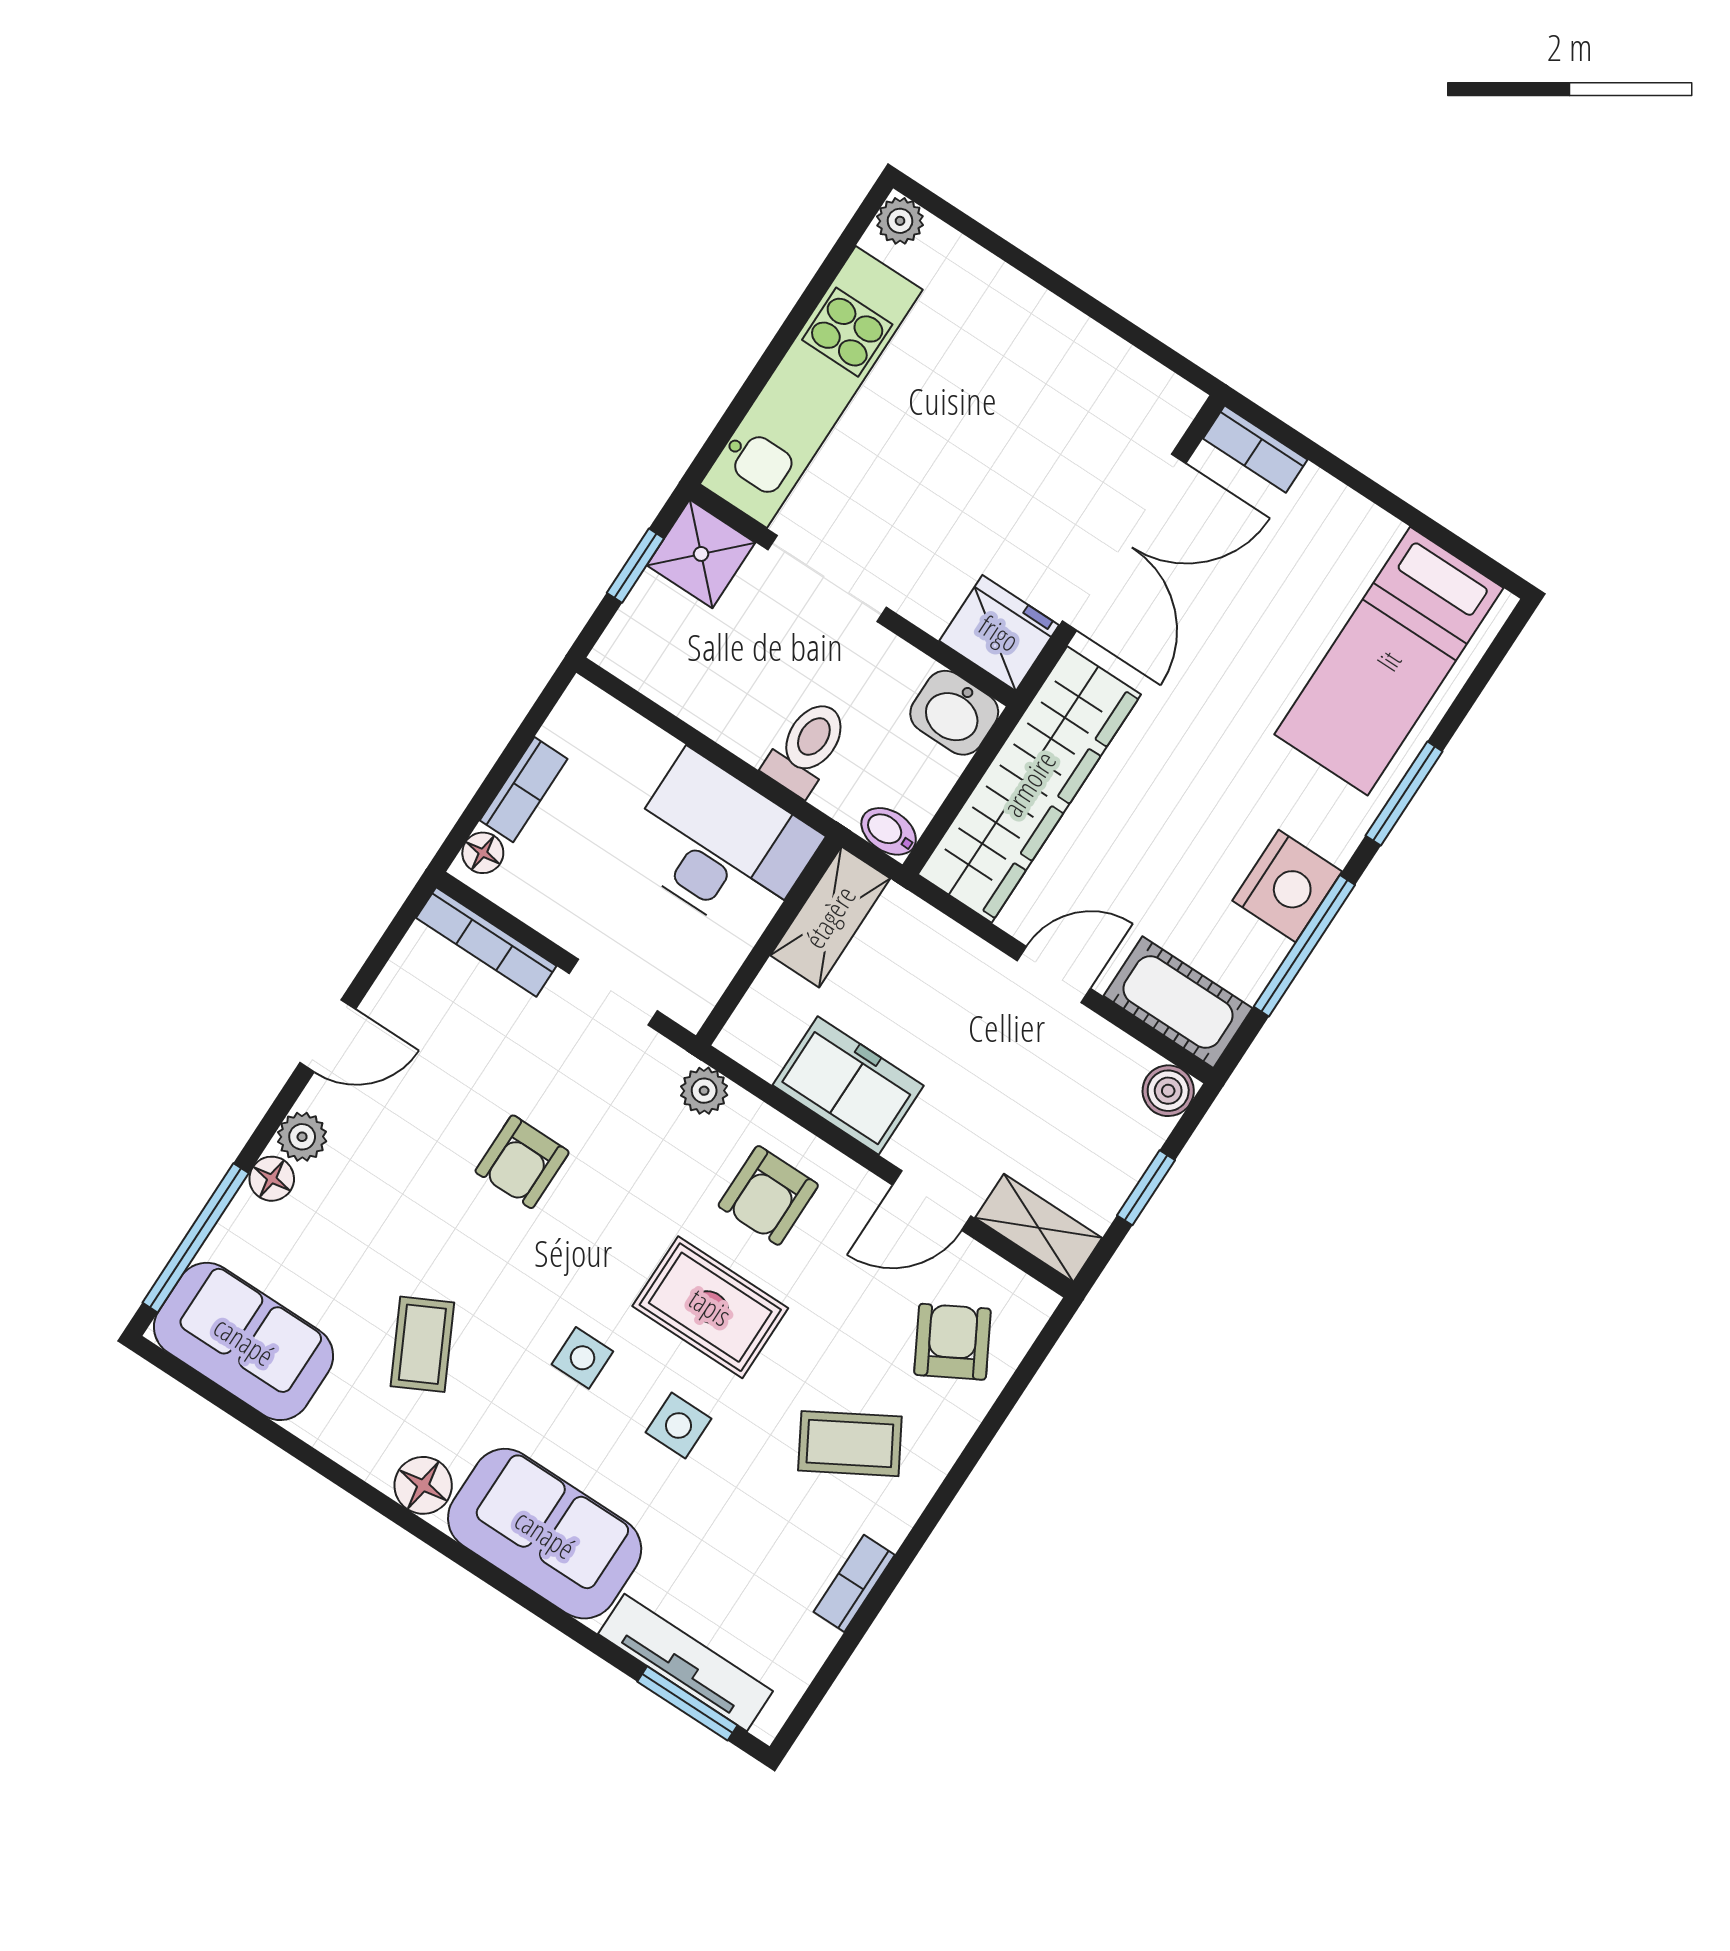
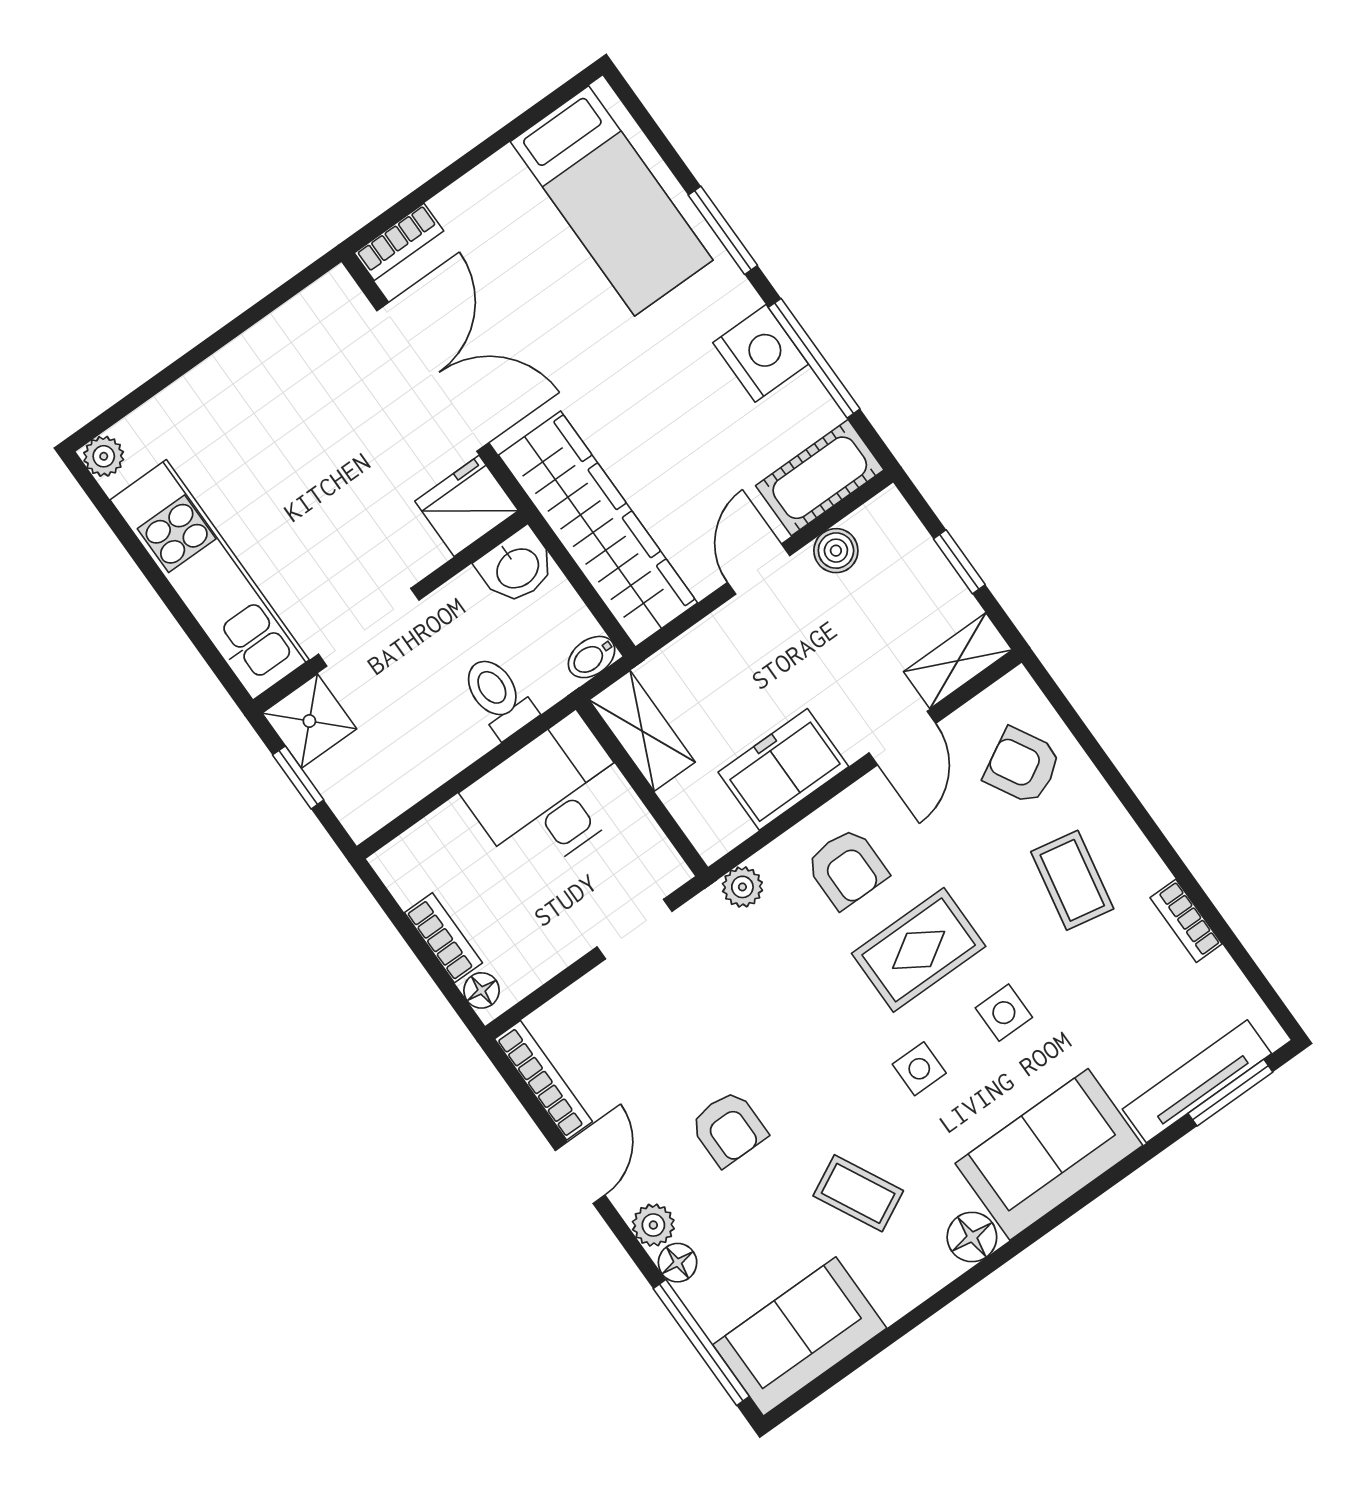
bookcase: (486, 942) -> (543, 1080), moved, turned -90
boiler: (1168, 1091) -> (836, 551), moved
armchair: (522, 1162) -> (729, 1128), moved
coffee table: (850, 1444) -> (1072, 880), turned -49

